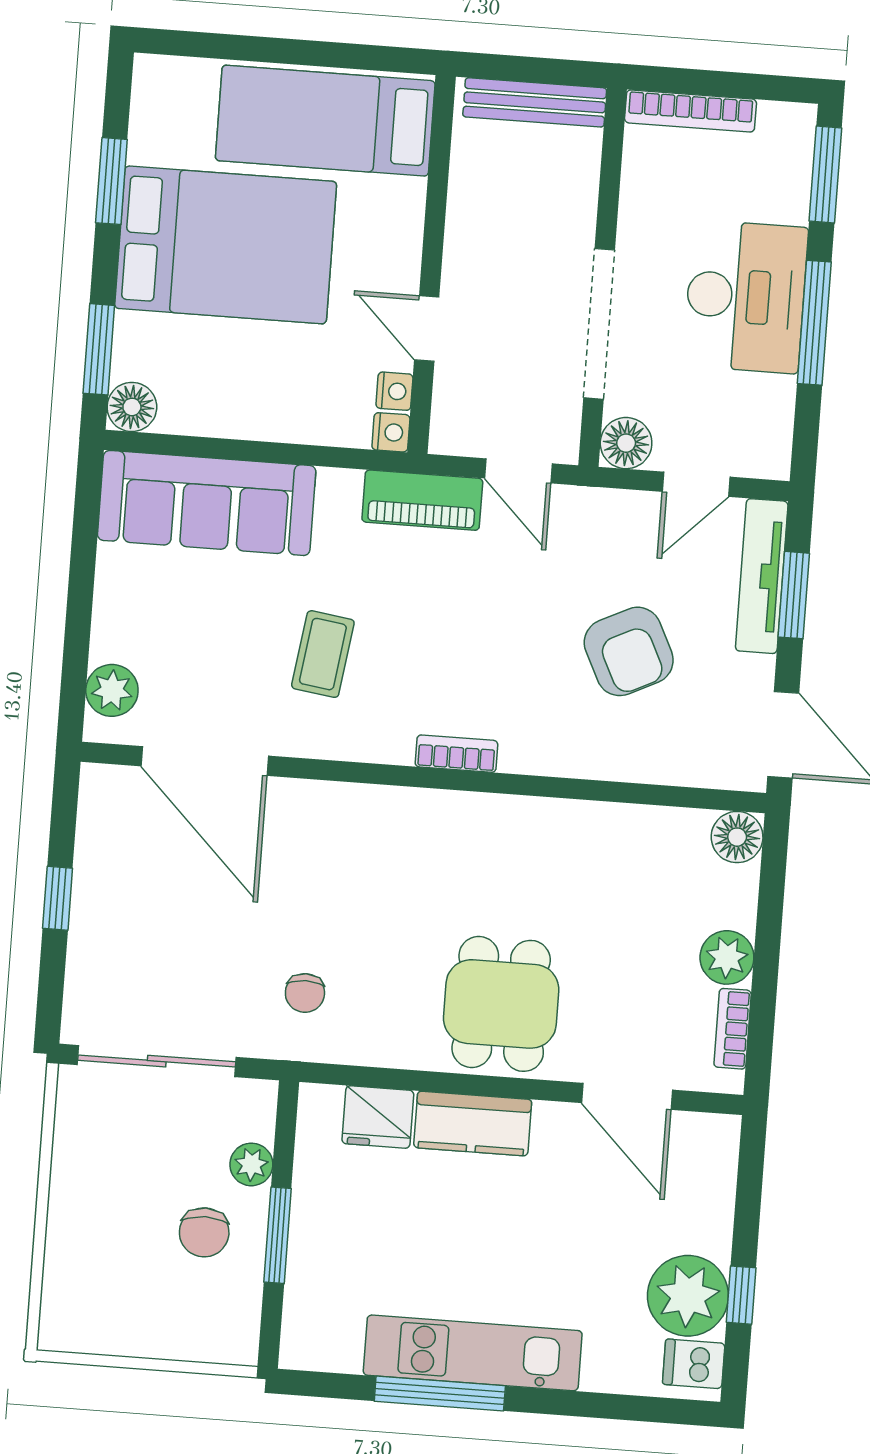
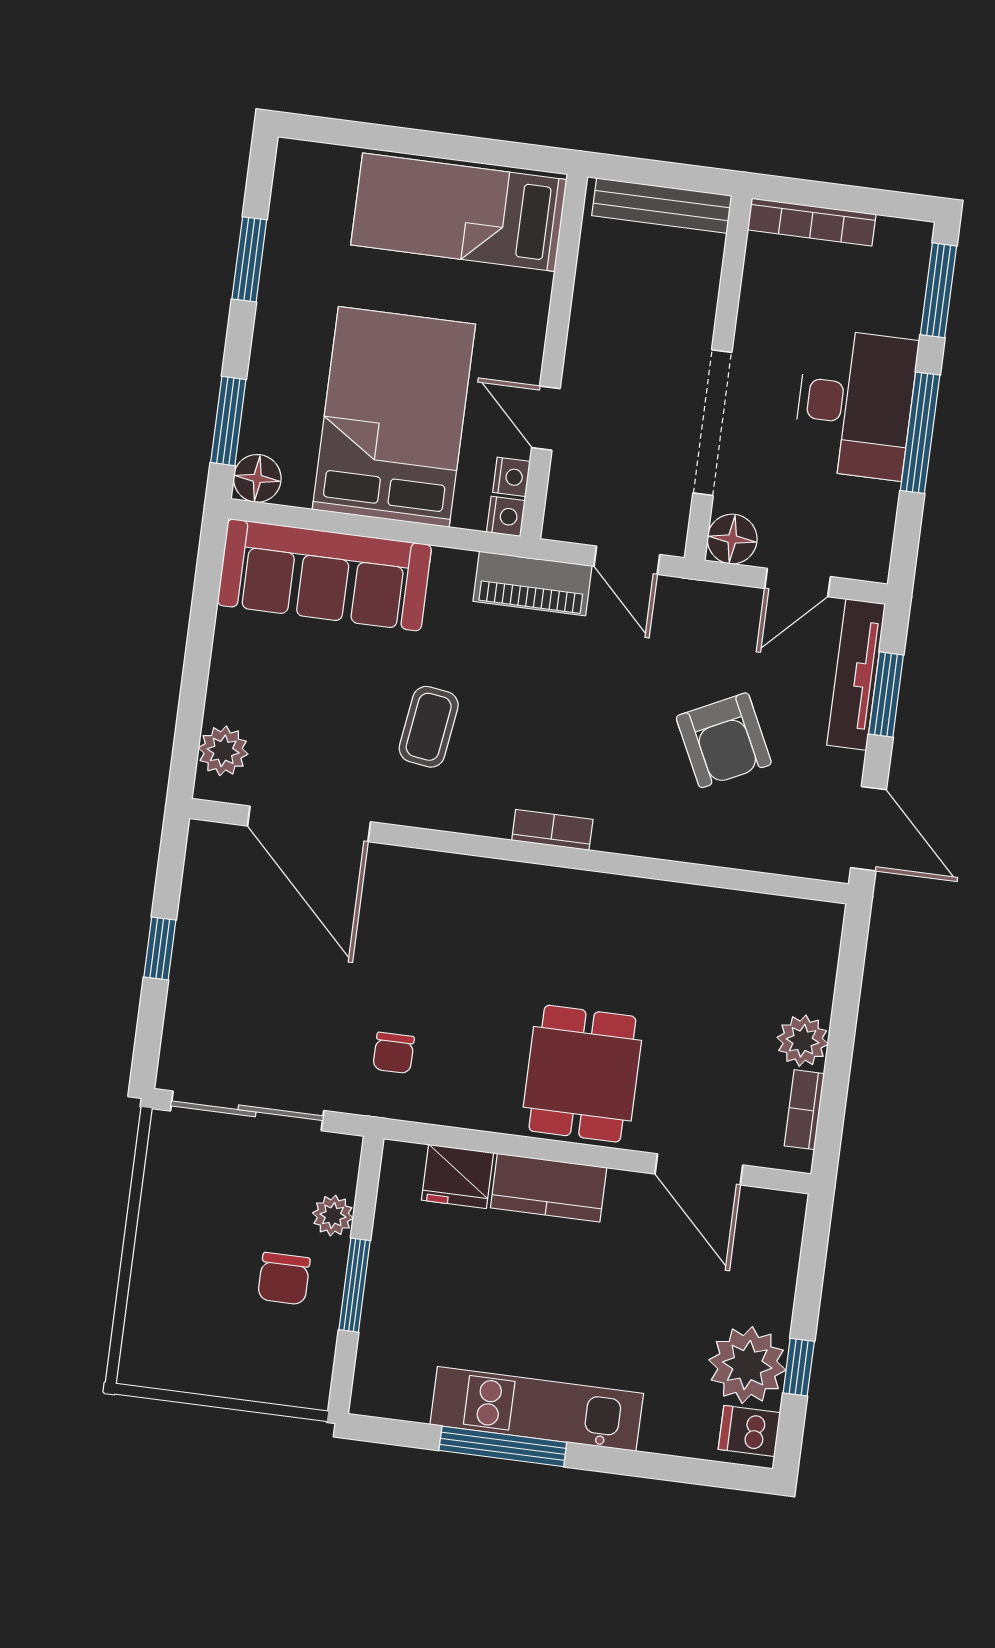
bed: (226, 245) -> (394, 417), moved, turned -90
floor lamp: (737, 837) -> (819, 925), removed

